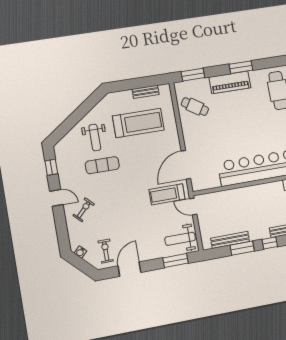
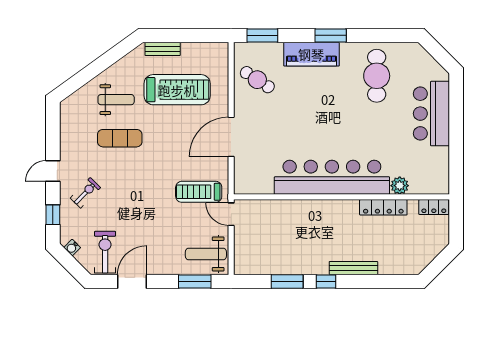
bench: (146, 92) -> (163, 49), moved
weight bench: (95, 137) -> (116, 100), turned -90
door: (186, 165) -> (231, 137), moved
window: (51, 167) -> (53, 215), moved
door: (56, 198) -> (53, 171), swing flipped
bench: (230, 240) -> (273, 268), removed
exercise bike: (106, 251) -> (105, 252), width x1.38, depth x1.39

